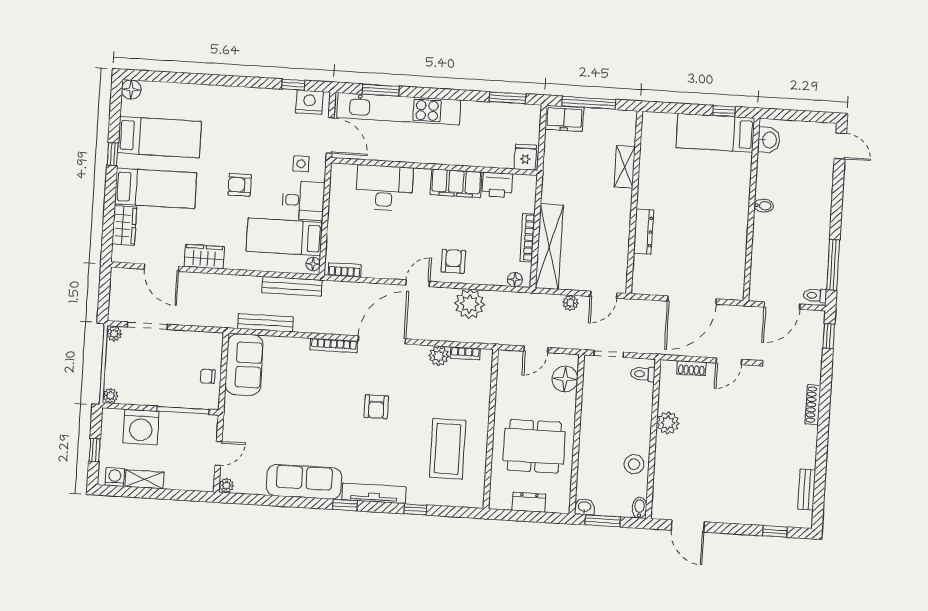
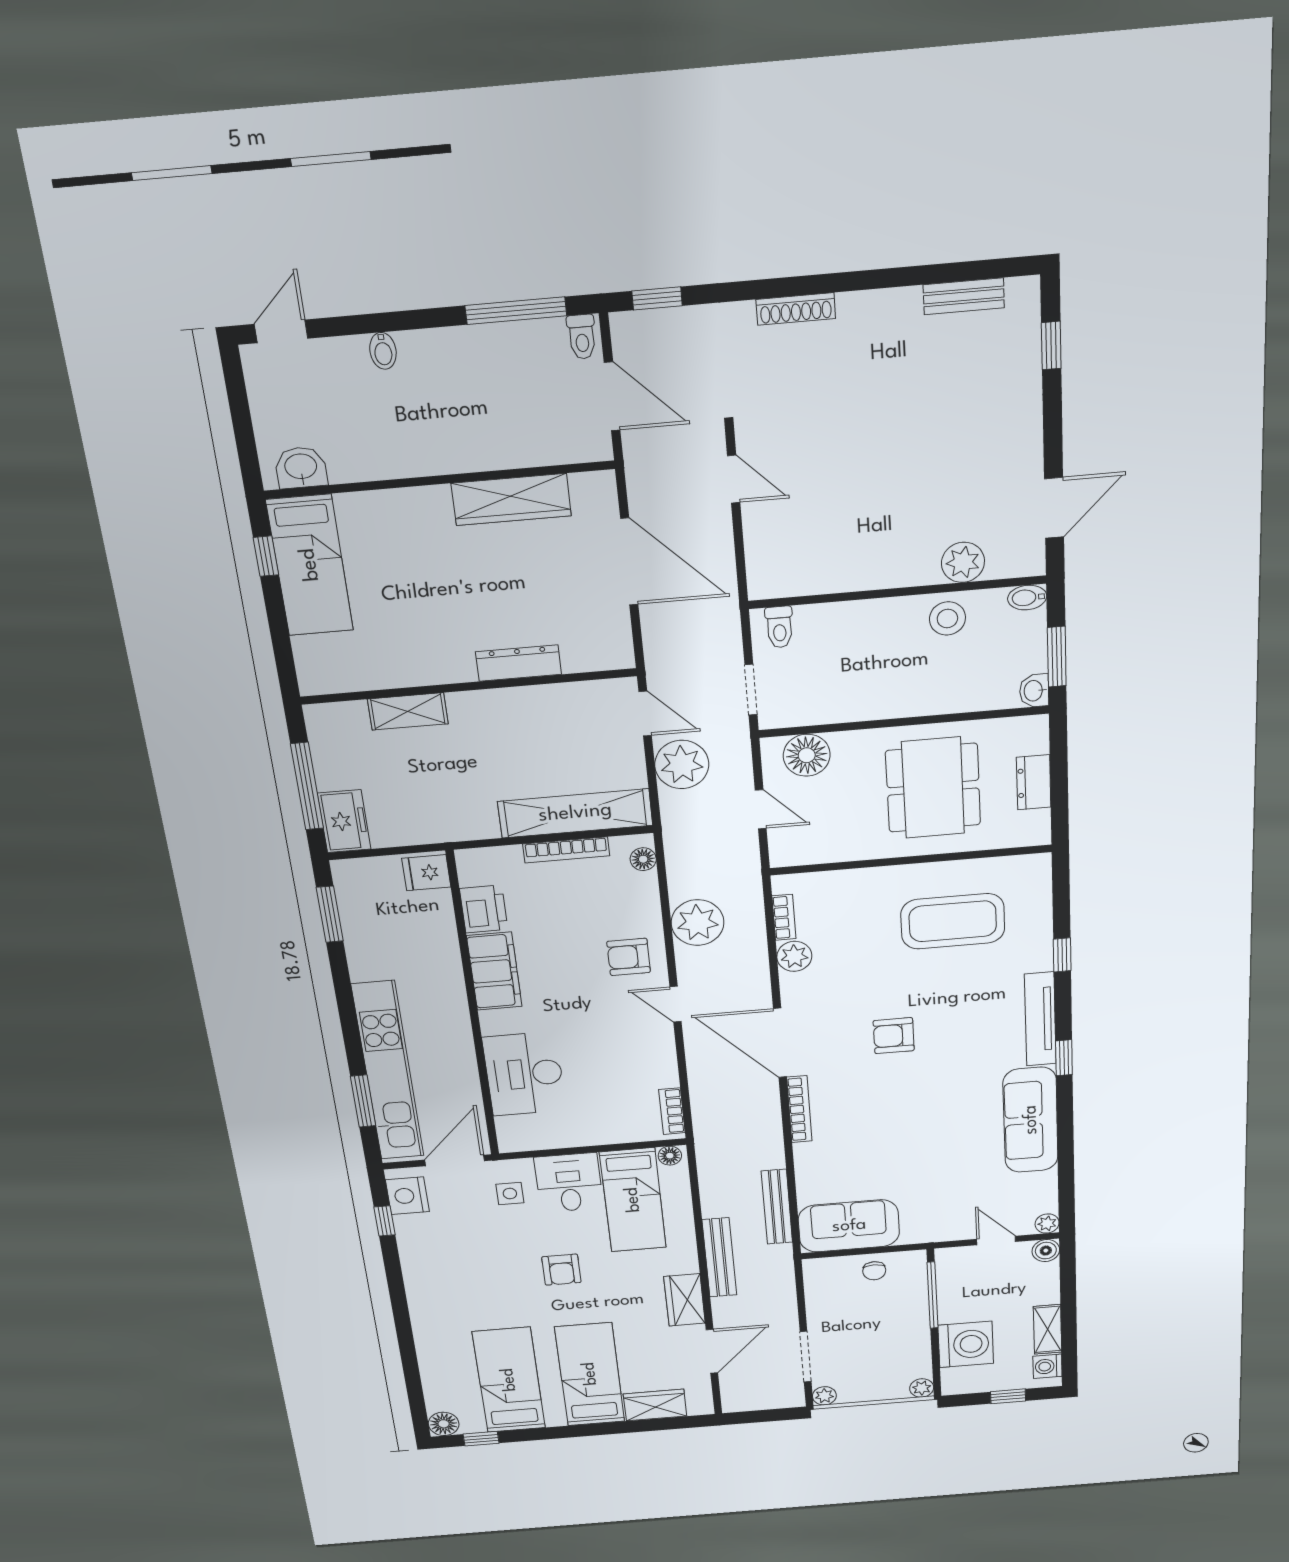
window: (113, 154) -> (481, 1439), moved
bidet: (764, 206) -> (383, 351), moved, turned 180
wardrobe: (735, 244) -> (511, 500), added
bench: (292, 286) -> (719, 1257), moved
plant: (570, 303) -> (682, 765), width x1.87, depth x1.87
shoe rack: (691, 368) -> (757, 544), removed
armchair: (376, 407) -> (894, 1036), turned 180
plant: (668, 423) -> (963, 562), moved
boiler: (206, 483) -> (1046, 1251), added

